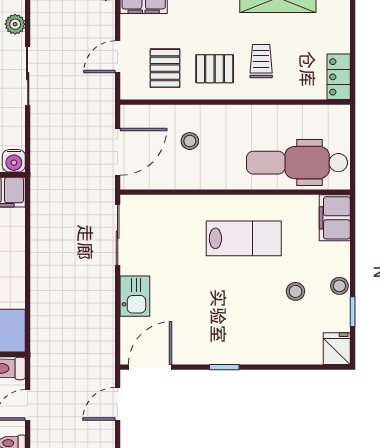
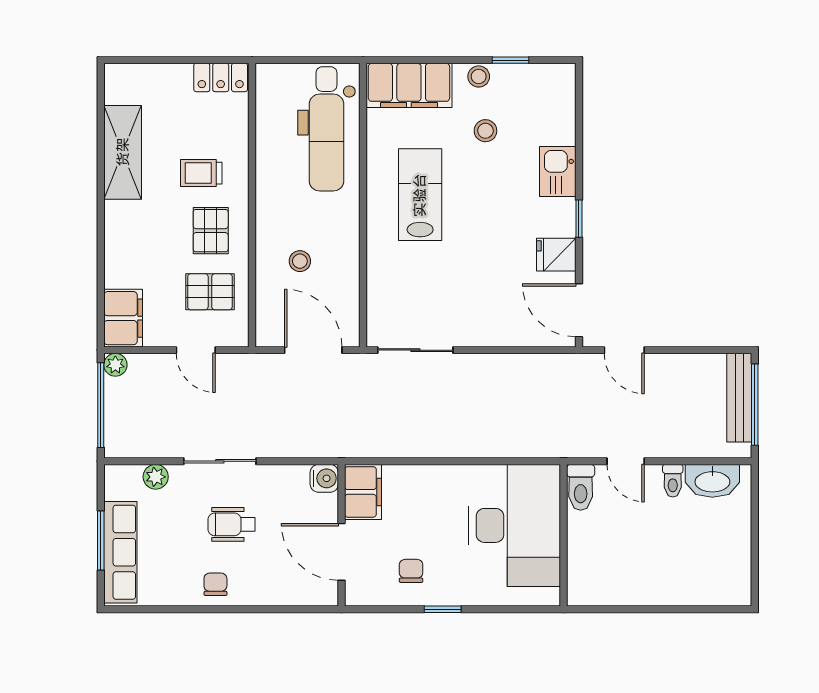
filing cabinet: (335, 218) -> (409, 85), width x1.50, depth x1.17
kitchen sink: (135, 296) -> (558, 171), moved, turned -90
fridge: (337, 349) -> (556, 255), moved

